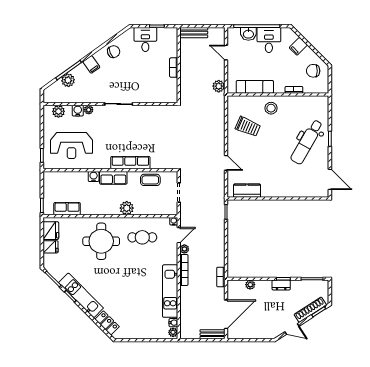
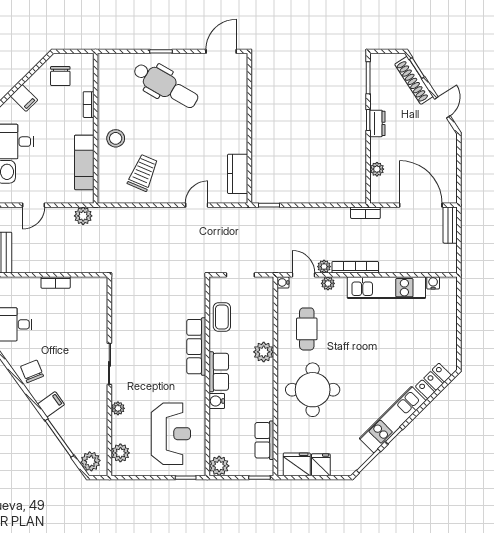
plant: (68, 80) -> (91, 461), moved
water cooler: (78, 111) -> (119, 424), removed
plant: (50, 178) -> (219, 466), added
plant: (173, 332) -> (328, 283), moved

